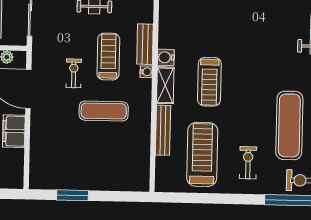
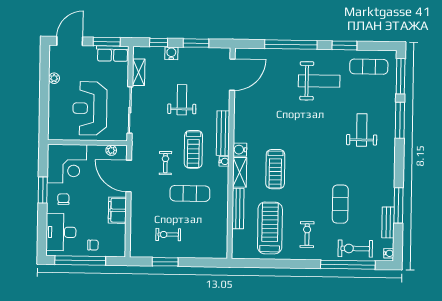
bench: (145, 44) -> (223, 133), width x1.36
treadmill: (108, 57) -> (193, 149), turned 180
exercise mat: (289, 125) -> (340, 204), width x0.73, depth x0.69
exercise bike: (77, 162) -> (168, 235), added

